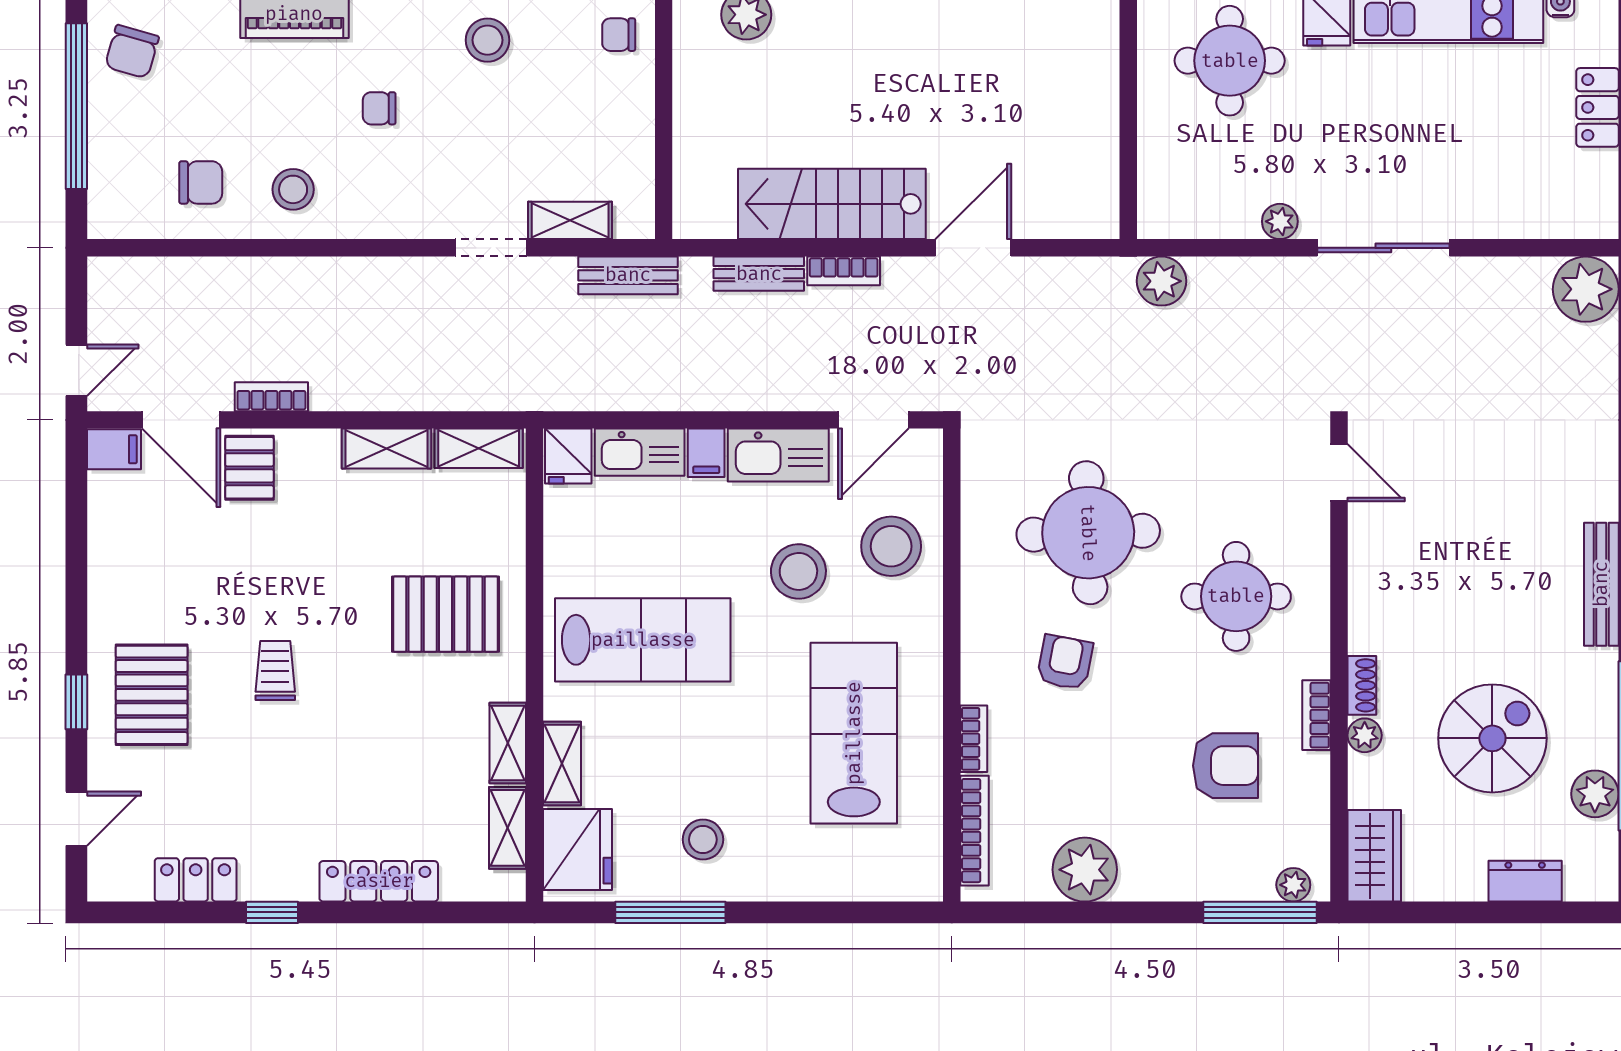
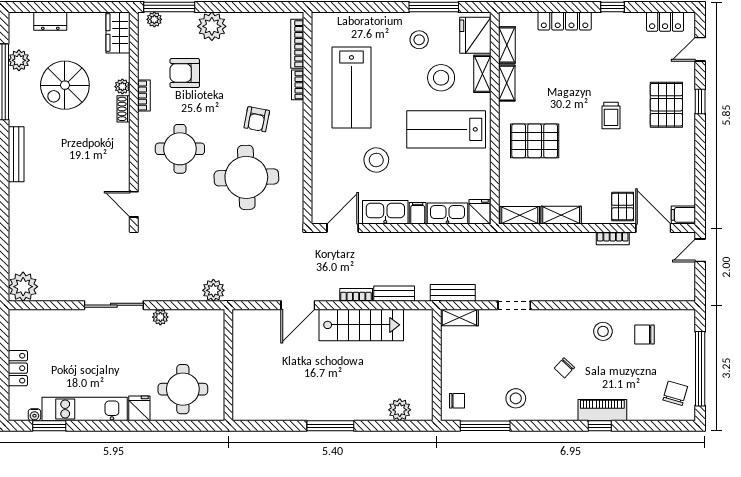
chair: (379, 108) -> (564, 368), turned 133
shelving: (570, 220) -> (459, 317), moved
stool: (891, 546) -> (441, 78), moved
plant: (1085, 870) -> (212, 26), moved
locker: (196, 880) -> (665, 22), moved

